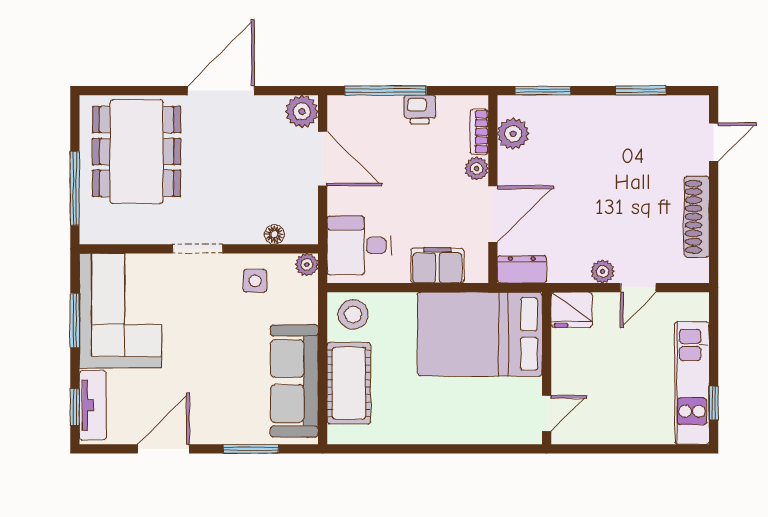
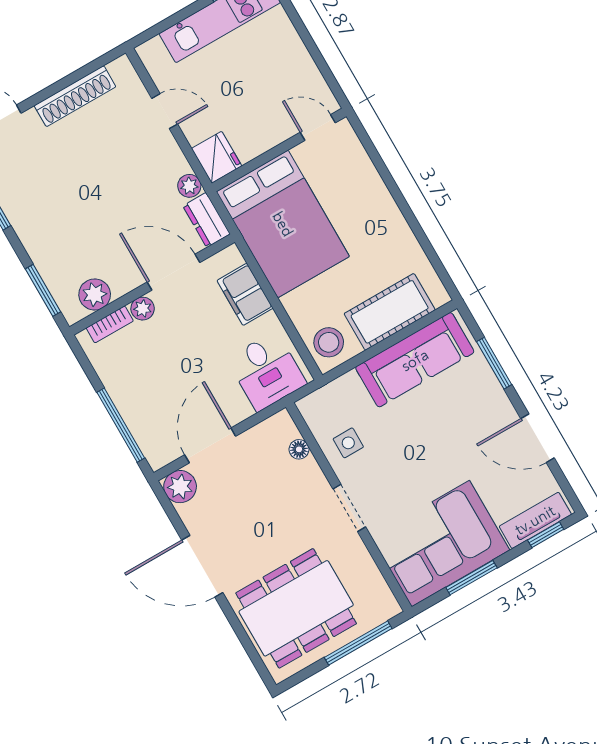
printer: (420, 109) -> (120, 386), removed
plant: (307, 265) -> (309, 407), removed
plant: (603, 271) -> (189, 186), moved

